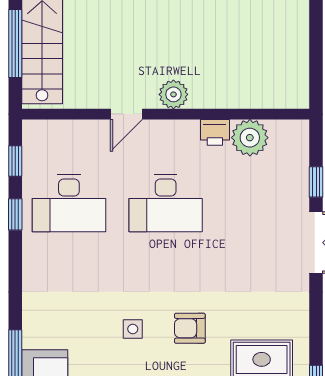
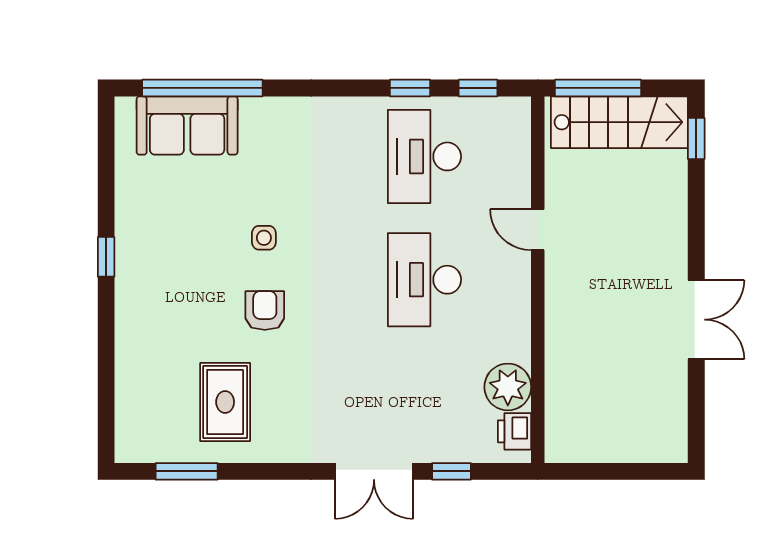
window: (15, 43) -> (598, 88), moved
plant: (173, 94) -> (563, 290), removed
printer: (215, 132) -> (514, 431), moved

